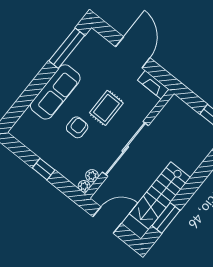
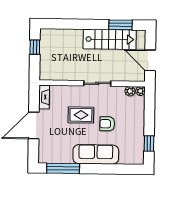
sliding door: (125, 149) -> (97, 83), width x0.54
window: (44, 169) -> (149, 144), moved

